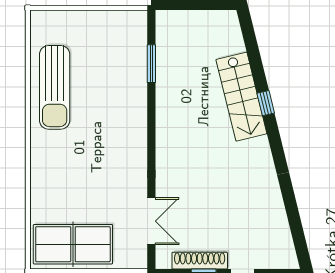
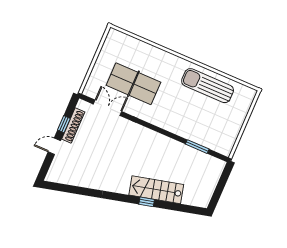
double door: (151, 221) -> (108, 108), swing flipped
table tennis table: (73, 244) -> (133, 84), moved, turned 90

